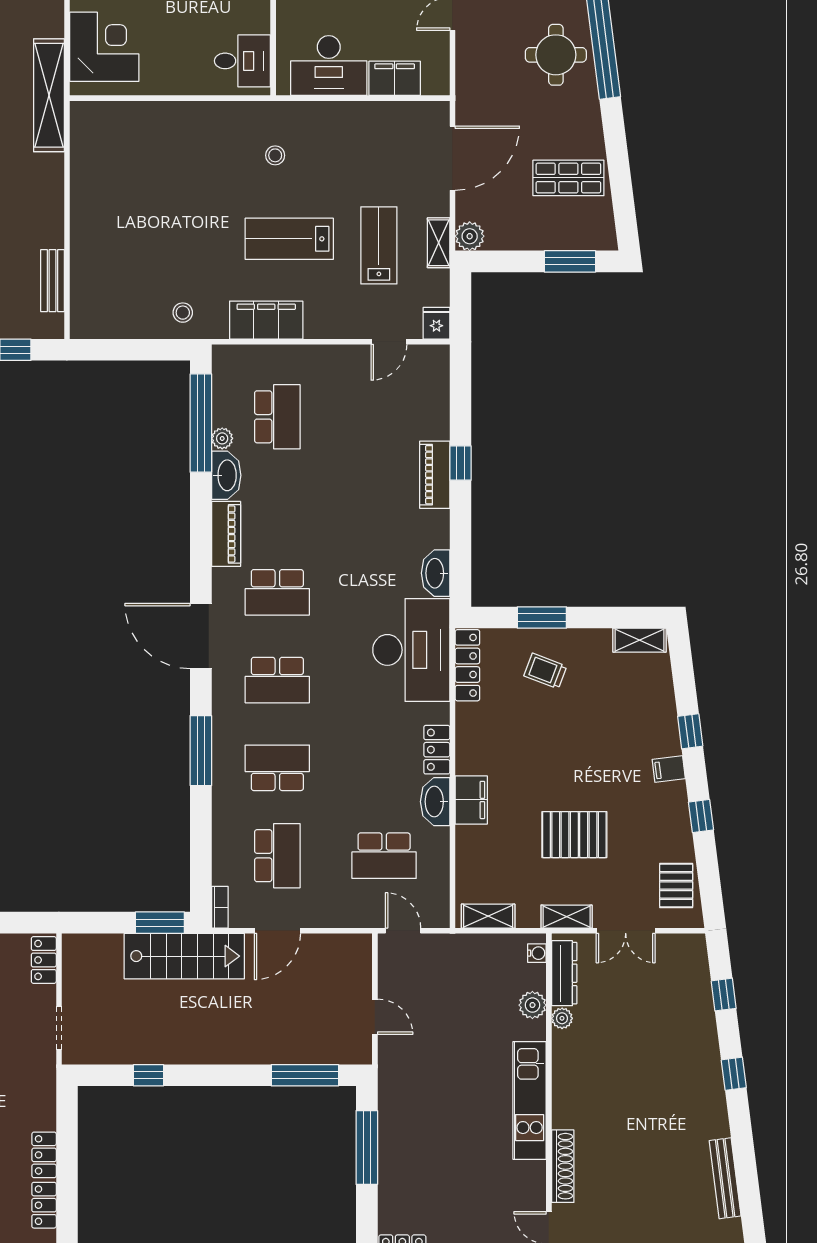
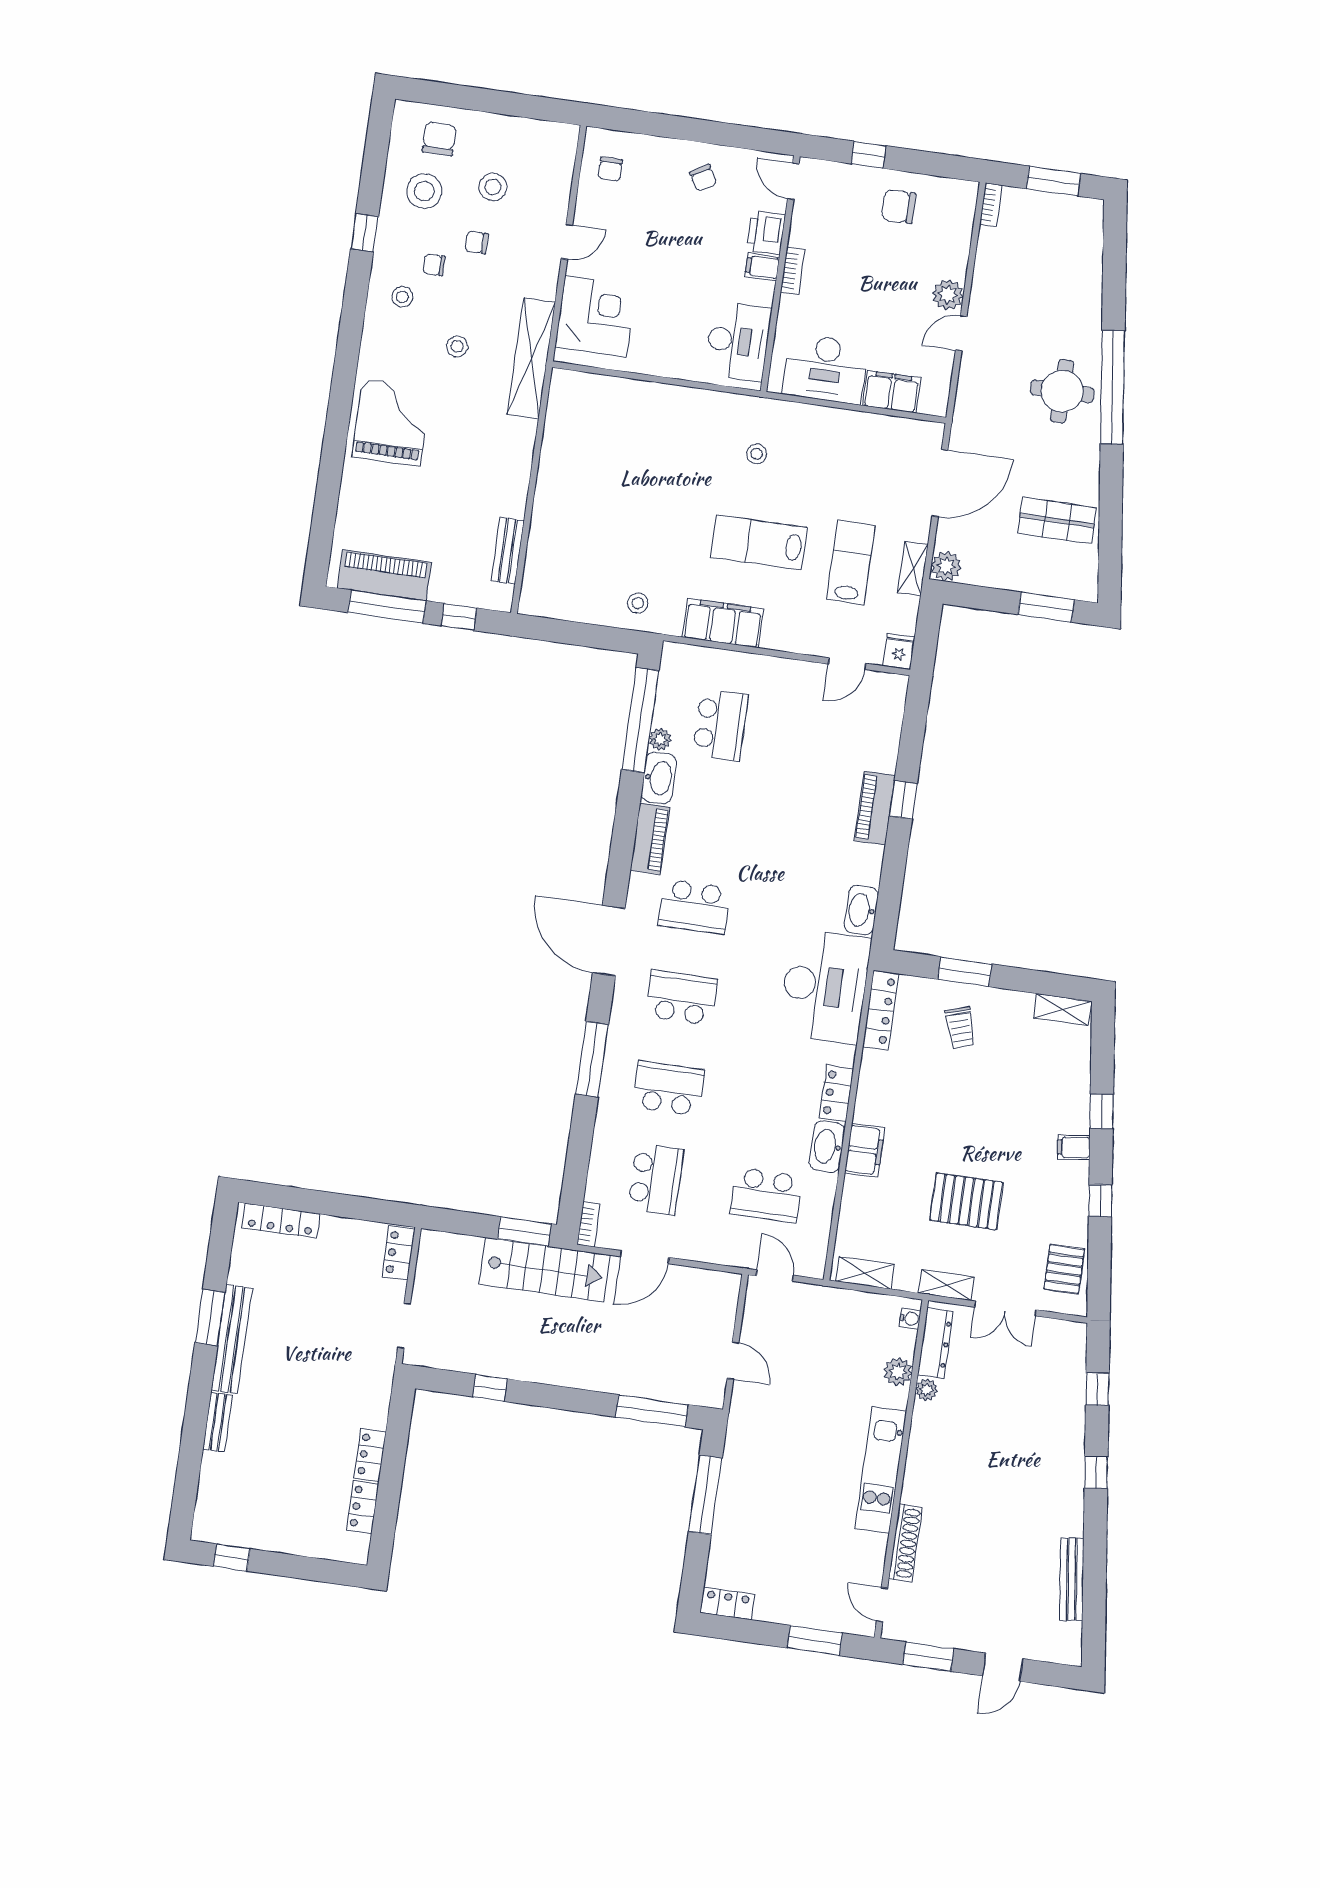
desk: (242, 61) -> (738, 341), width x1.37
trolley: (545, 671) -> (960, 1028), turned -129
school desk: (277, 680) -> (681, 998), turned 180

